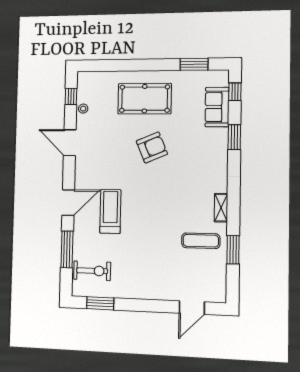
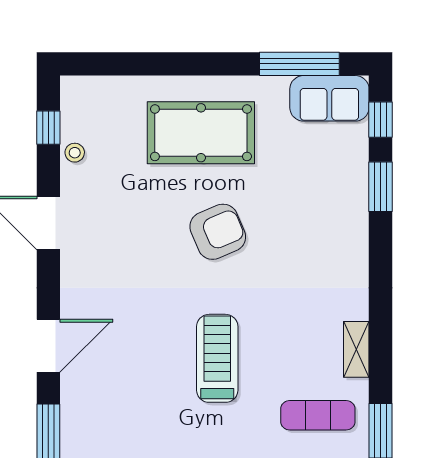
window: (194, 64) -> (299, 64), width x1.44
sofa: (217, 107) -> (329, 98), moved, turned -90
window: (234, 137) -> (380, 187), moved
treadmill: (110, 211) -> (217, 358), moved

